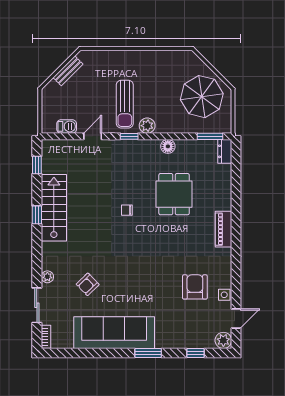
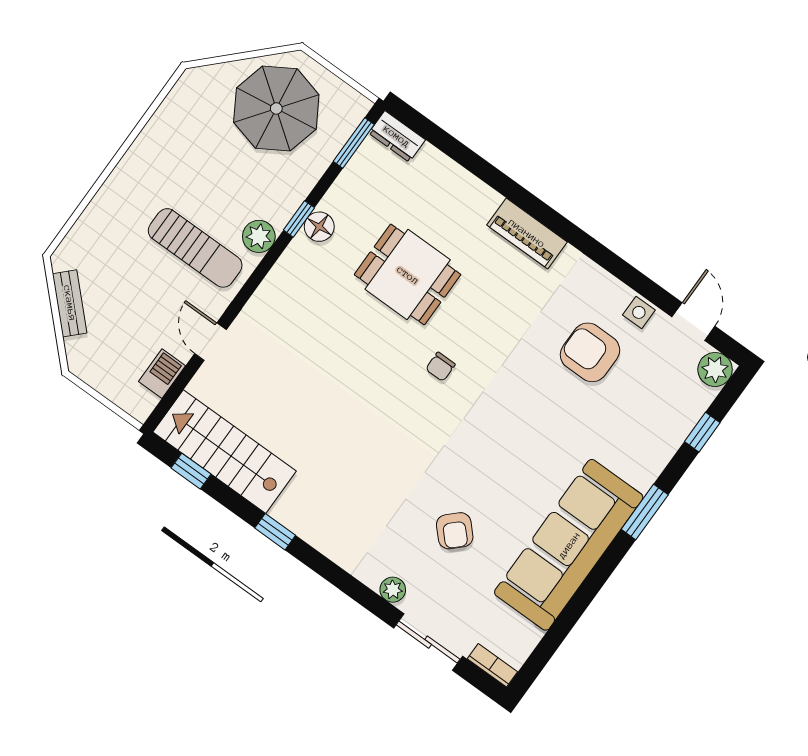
window: (129, 136) -> (299, 219), moved
stairs: (54, 208) -> (225, 452), moved
chair: (127, 210) -> (440, 367), moved

